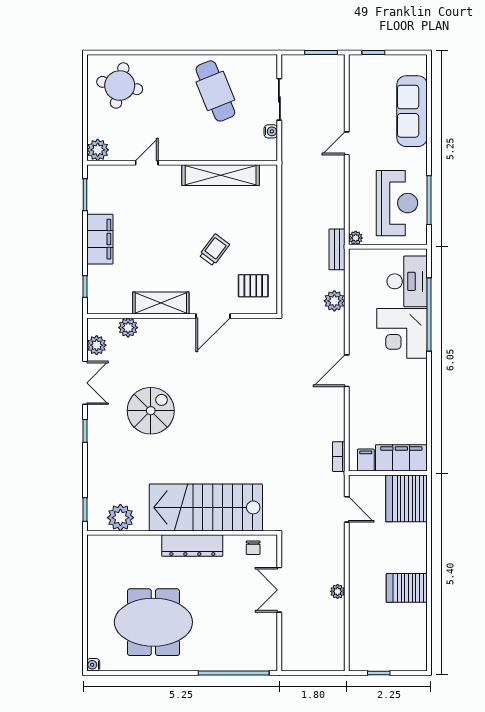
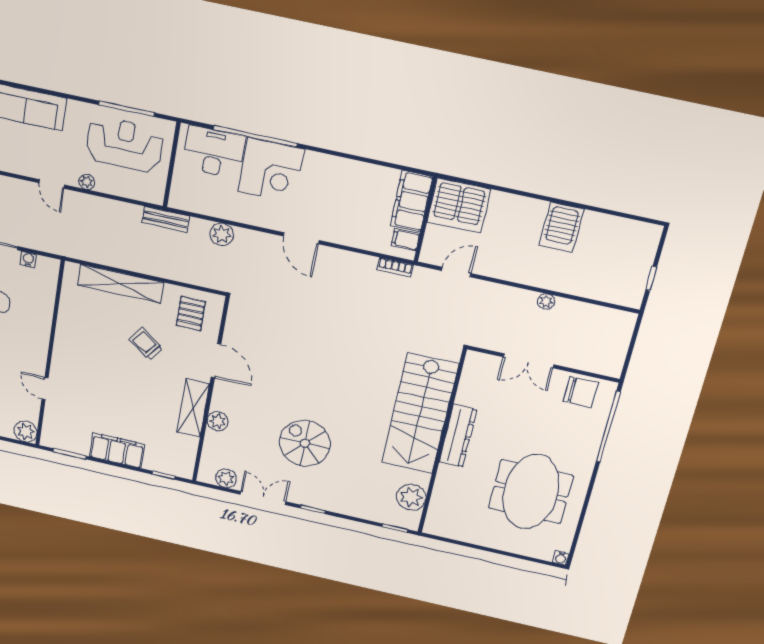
shelving: (221, 175) -> (120, 284), moved, turned 90
plant: (356, 238) -> (87, 182), moved
plant: (128, 328) -> (218, 421), moved
chair: (253, 548) -> (581, 392), moved, width x1.87, depth x1.87

